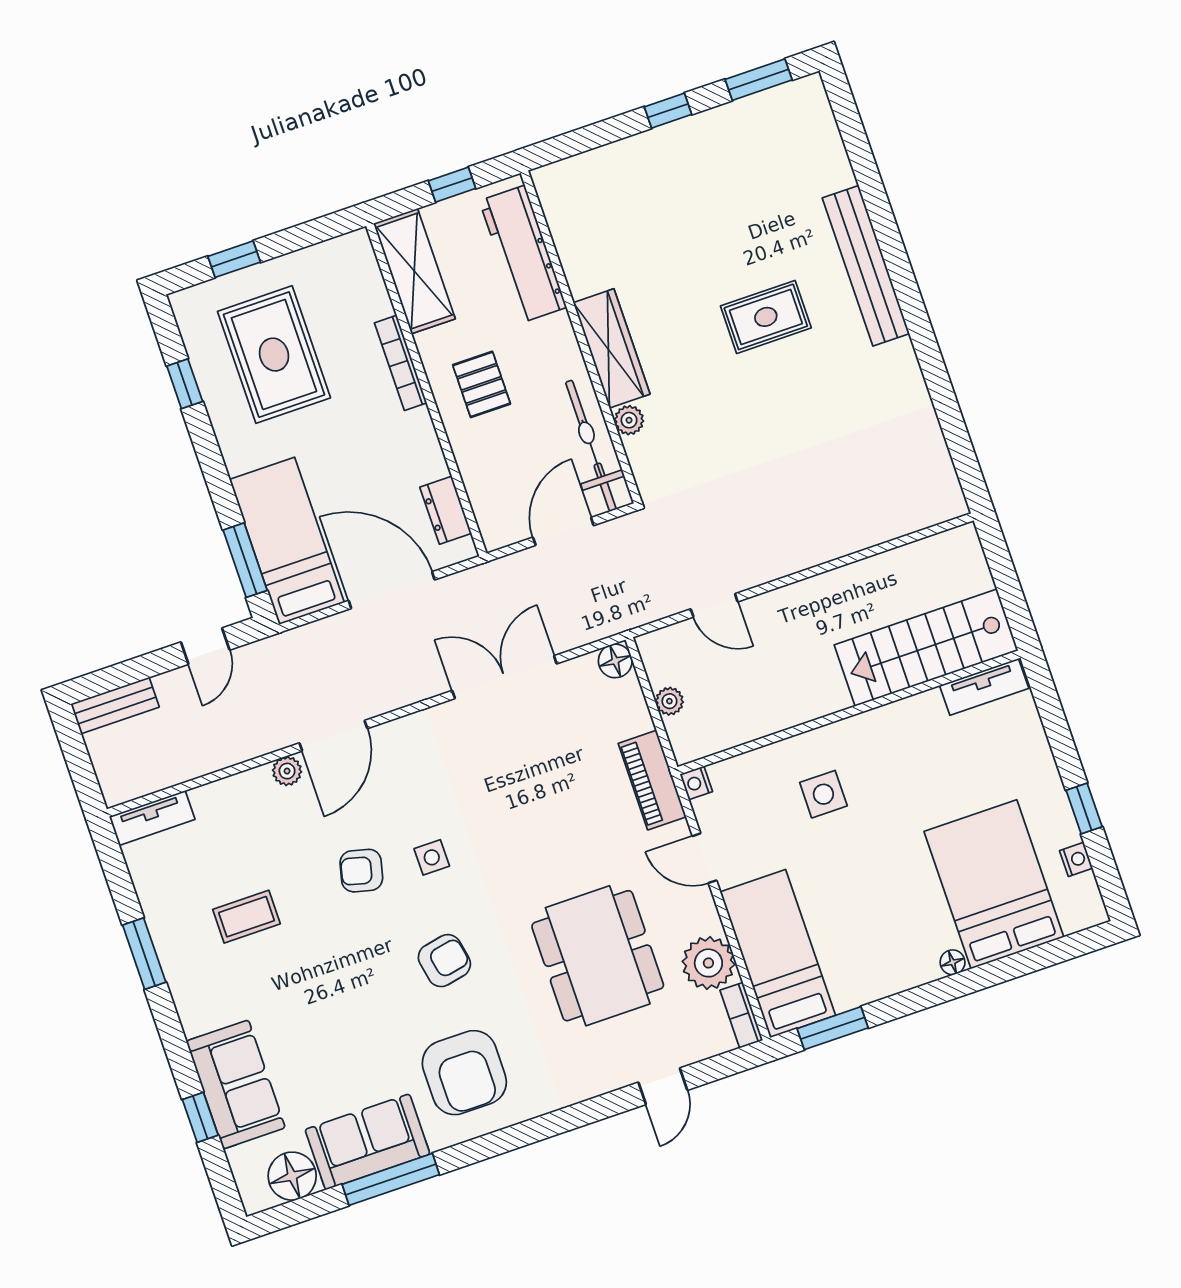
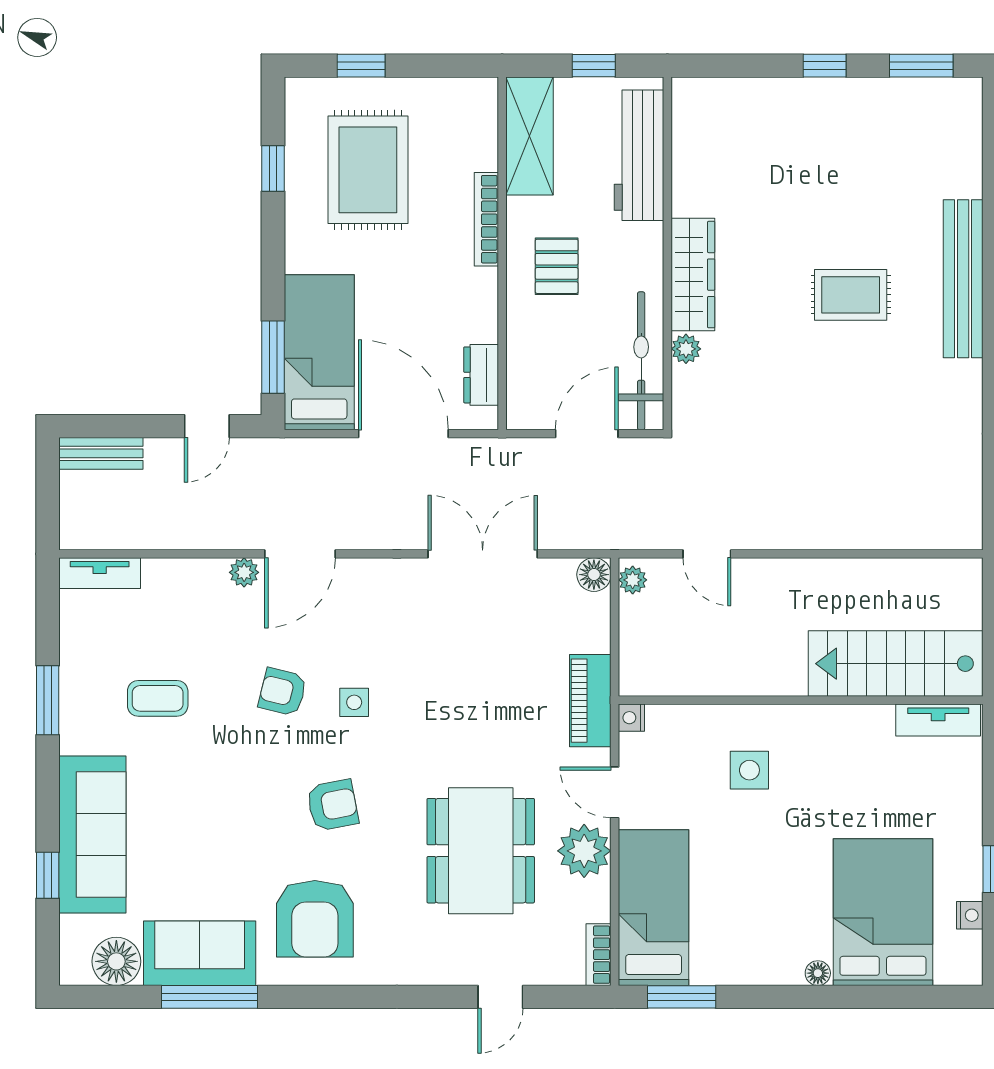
plant: (669, 701) -> (633, 580), moved
plant: (708, 963) -> (584, 851), moved
sofa: (236, 1084) -> (92, 834), width x1.36

